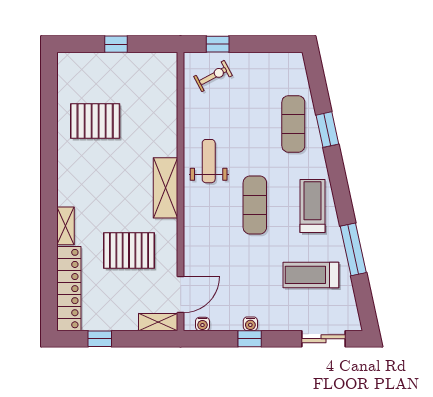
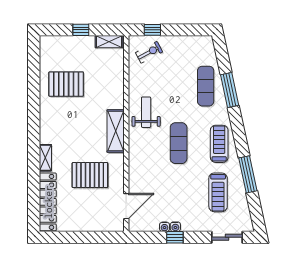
window: (327, 130) -> (230, 90), width x1.44
treadmill: (311, 275) -> (218, 192), turned -90
shelving: (158, 322) -> (109, 42), moved
water cooler: (202, 324) -> (165, 227), moved
window: (100, 339) -> (69, 237), removed

